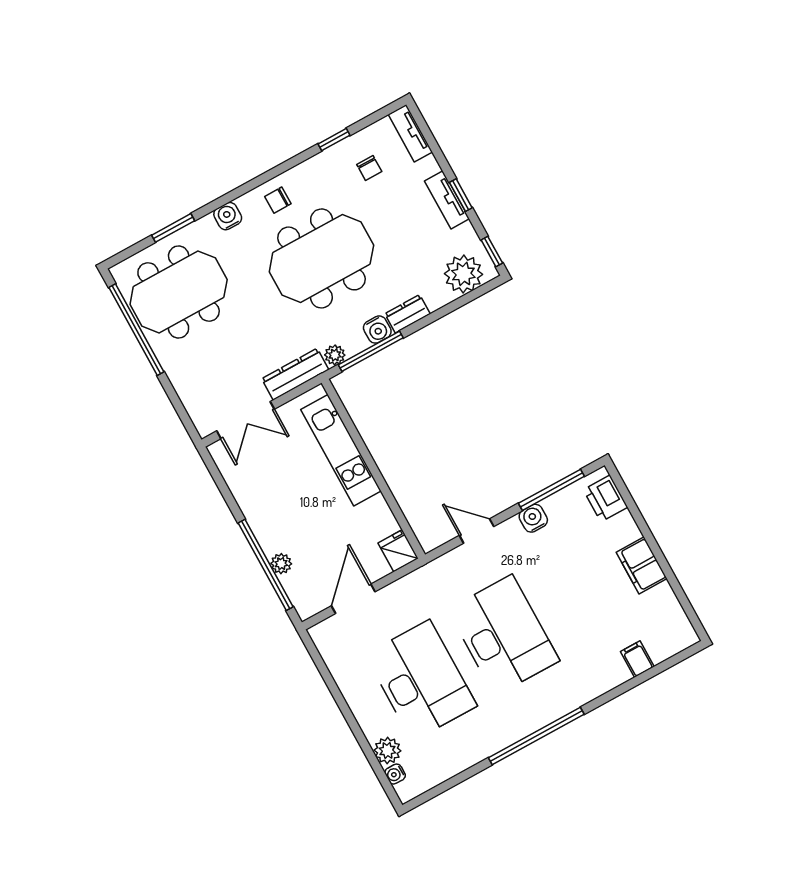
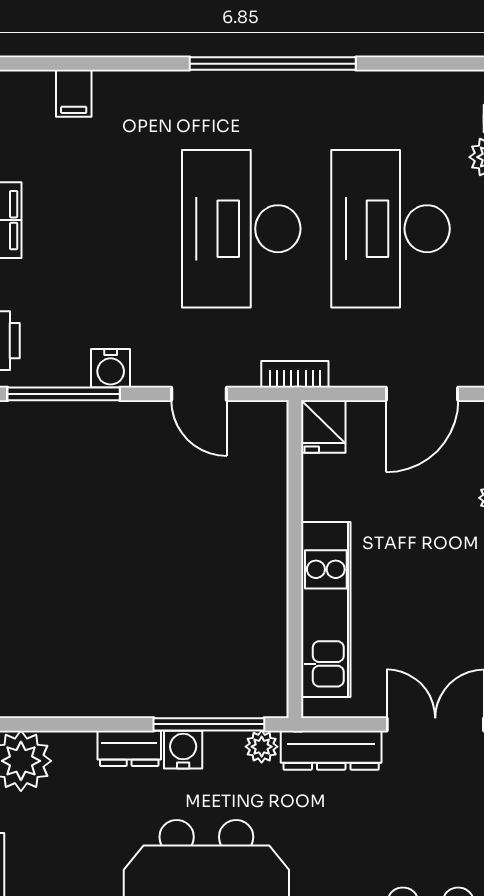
bookcase: (430, 571) -> (295, 374), added

